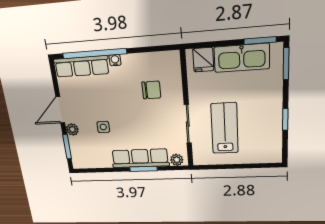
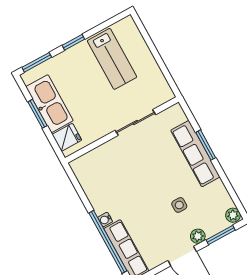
window: (260, 41) -> (37, 114), moved
chair: (151, 90) -> (118, 173), removed
window: (285, 119) -> (73, 42), moved
lab bench: (225, 128) -> (112, 59), moved, turned -90
plant: (177, 160) -> (233, 215), moved

